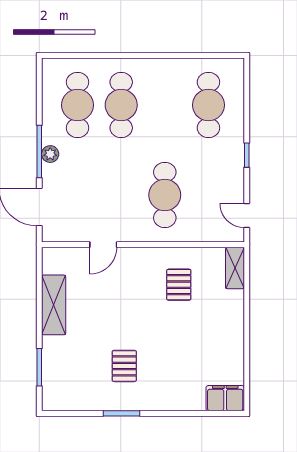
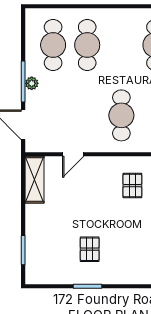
shelving: (54, 305) -> (34, 180), moved

